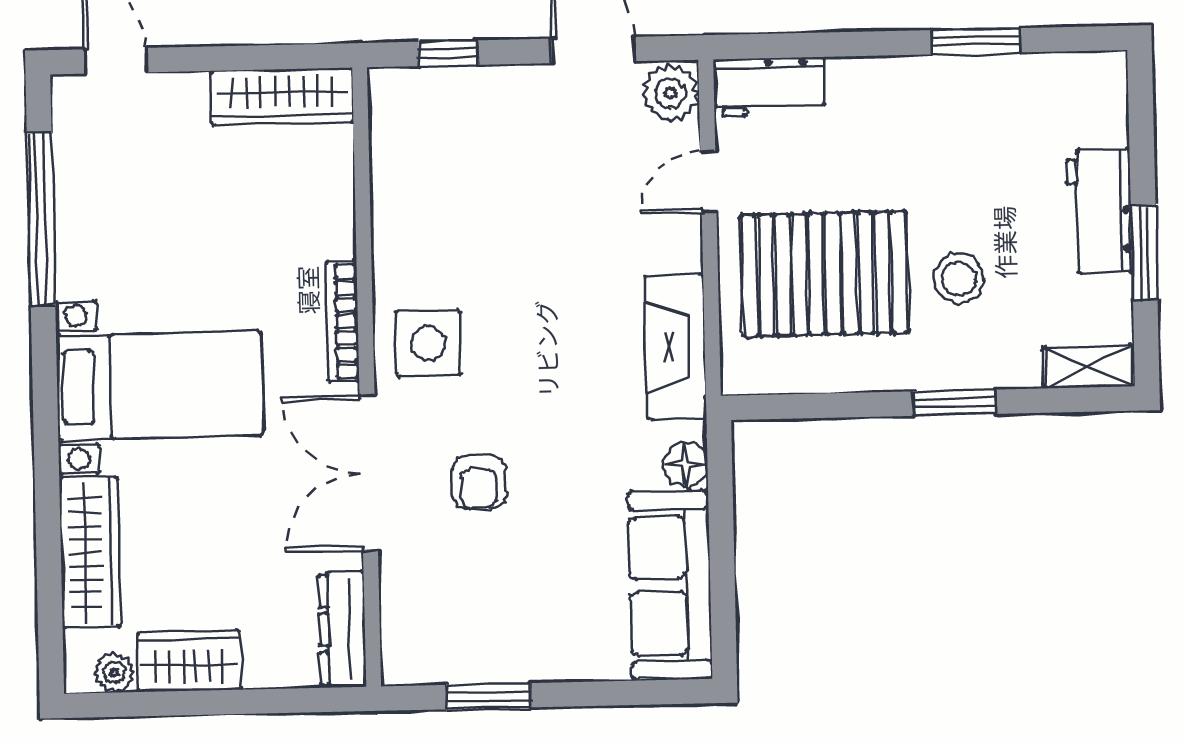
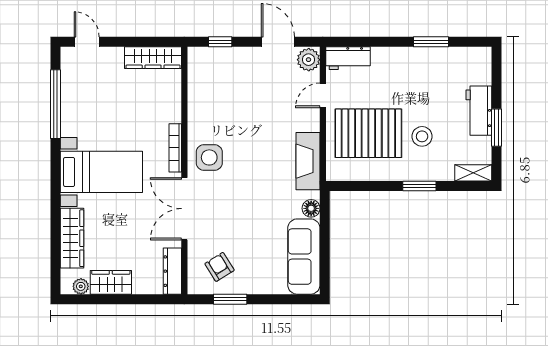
armchair: (479, 482) -> (219, 267), moved, turned 148

